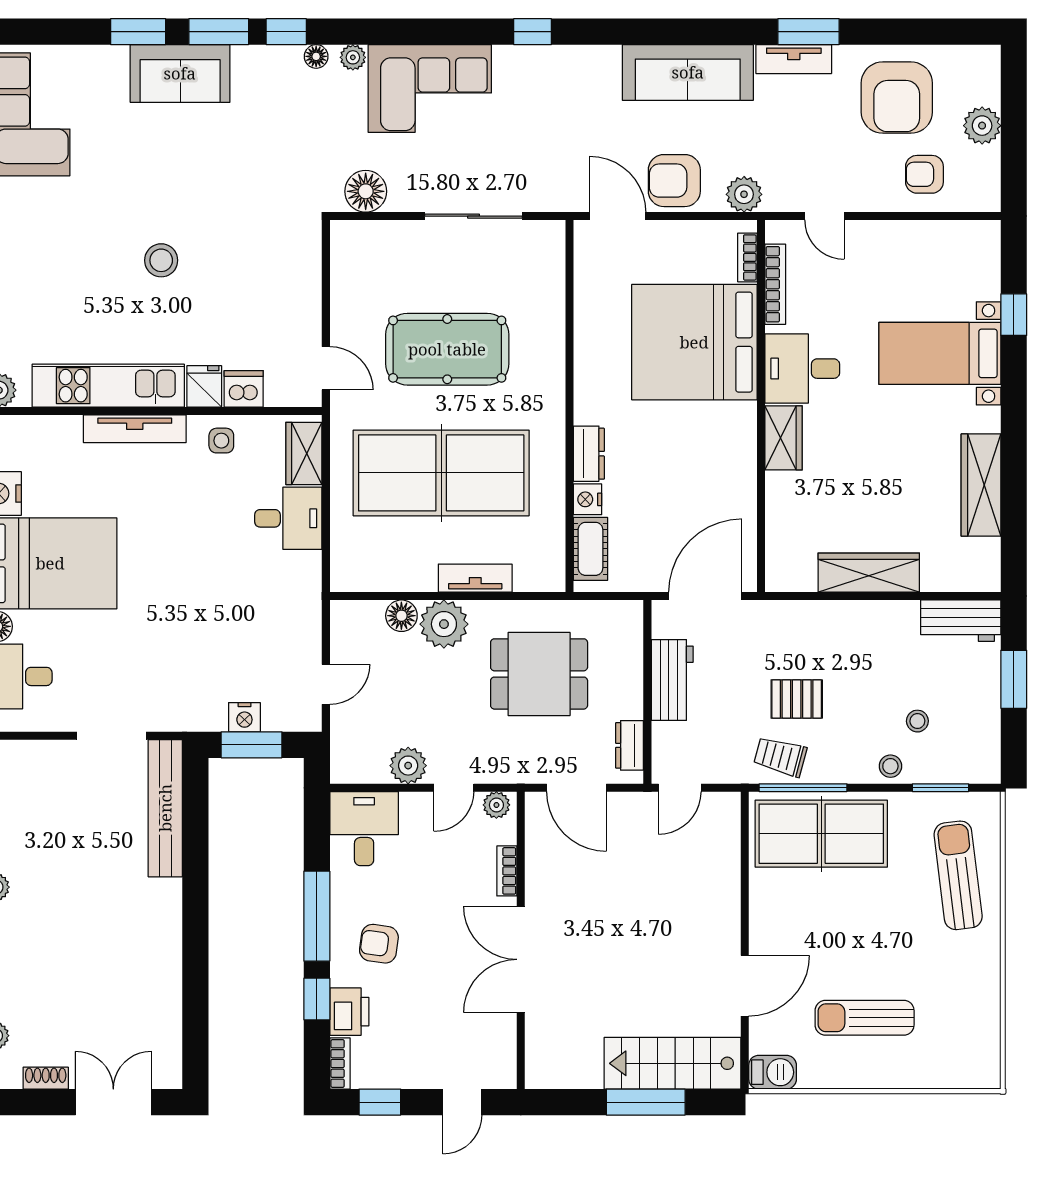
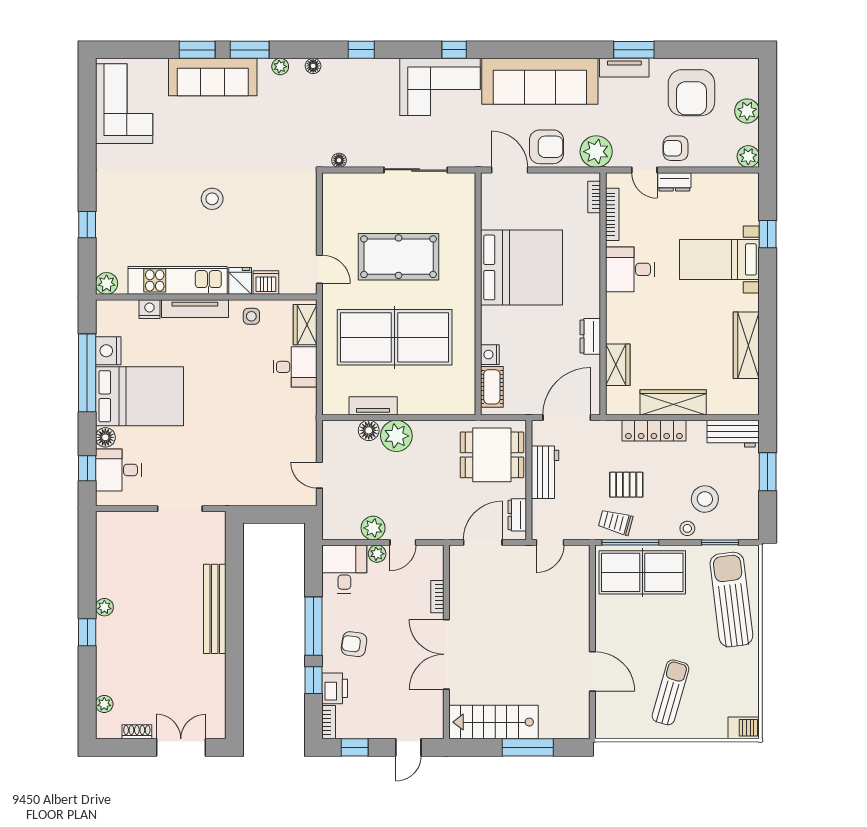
window: (286, 32) -> (361, 50), moved
plant: (353, 57) -> (280, 67), moved
sofa: (688, 72) -> (540, 81), width x1.36, depth x1.27
sofa: (180, 73) -> (213, 77), width x1.36
corner sofa: (430, 89) -> (440, 87), moved
armchair: (924, 174) -> (676, 148), moved
armchair: (674, 181) -> (546, 147), turned 180
floor lamp: (366, 191) -> (339, 160), width x0.53, depth x0.53
plant: (744, 194) -> (596, 152), width x1.36, depth x1.36
plant: (984, 195) -> (748, 156), added
dresser: (871, 234) -> (674, 182), added
bed: (694, 342) -> (522, 267), moved, turned 180
wardrobe: (784, 438) -> (618, 365), moved
dresser: (589, 454) -> (590, 336), moved, turned 180
tv unit: (475, 578) -> (373, 406), moved
locker: (839, 616) -> (654, 431), added
dining table: (539, 674) -> (492, 455), moved
door: (326, 684) -> (319, 475), swing flipped
nightstand: (244, 717) -> (149, 309), moved, turned 180
stool: (917, 721) -> (705, 499), width x1.89, depth x1.89
window: (252, 745) -> (271, 515), removed
door: (577, 788) -> (483, 542), swing flipped
plant: (496, 805) -> (377, 554), moved
bench: (165, 808) -> (215, 609), moved
sun lounger: (958, 875) -> (731, 600), width x1.36, depth x1.34
door: (745, 986) -> (592, 671), hinge flipped
sun lounger: (865, 1018) -> (670, 692), turned 106
stairs: (672, 1063) -> (494, 722), moved
barbecue: (773, 1072) -> (744, 728), moved

